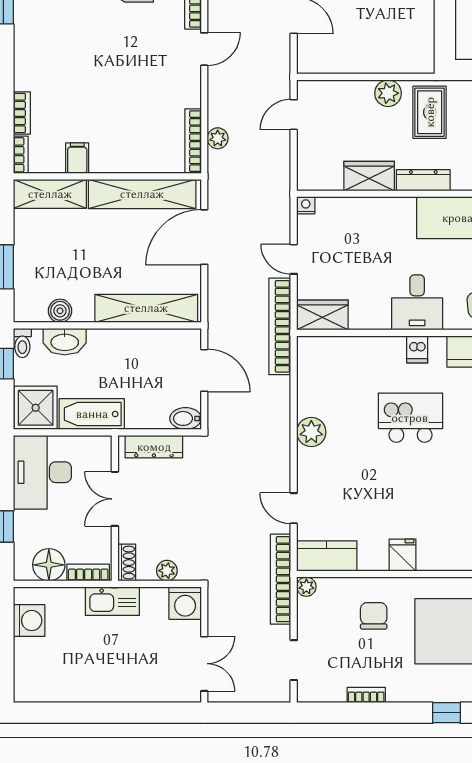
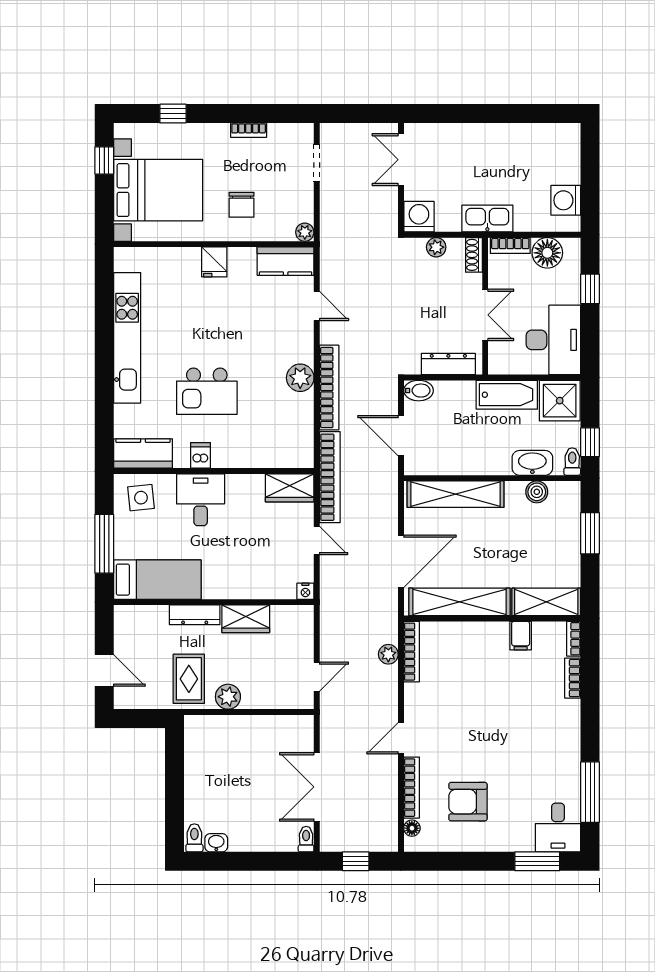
bookcase: (281, 579) -> (329, 388), moved

